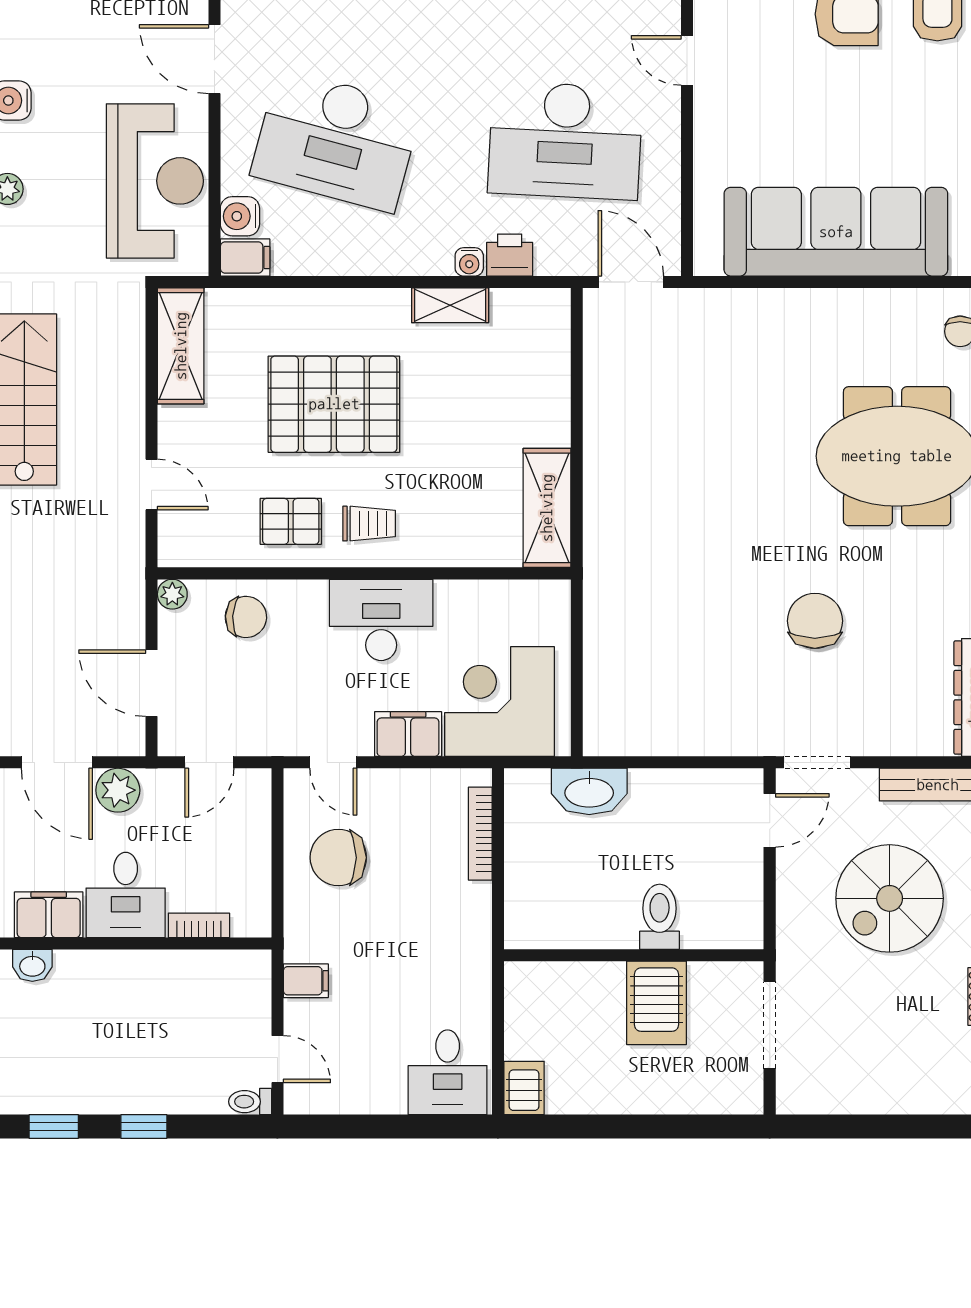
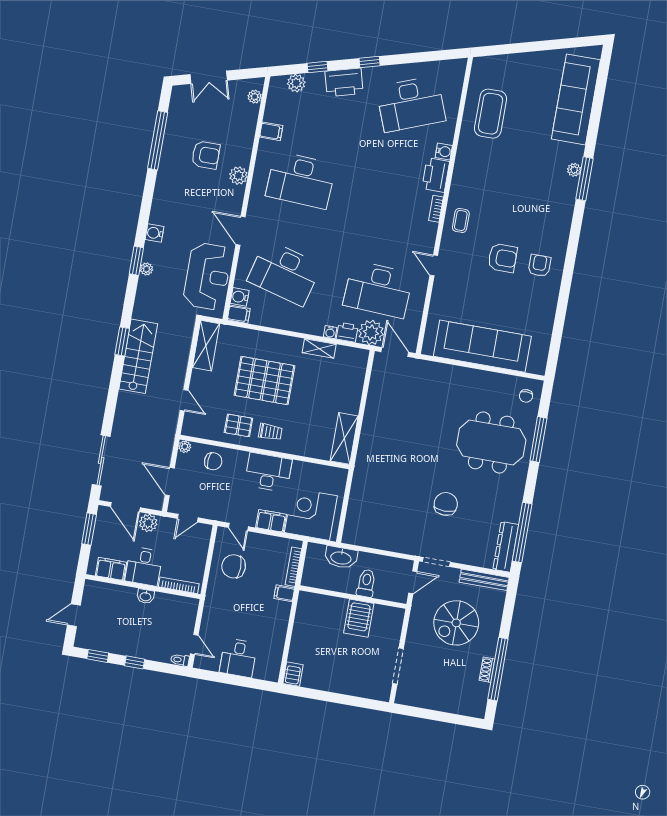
plant: (566, 246) -> (371, 332), added
toilet: (660, 917) -> (366, 583), moved
bookcase: (199, 925) -> (179, 585), width x1.56
wall: (634, 955) -> (353, 597), moved
washbasin: (32, 965) -> (145, 596), moved
filing cabinet: (306, 981) -> (284, 593), moved, turned 180
server rack: (657, 1003) -> (359, 618), moved
desk: (448, 1072) -> (238, 658), moved

